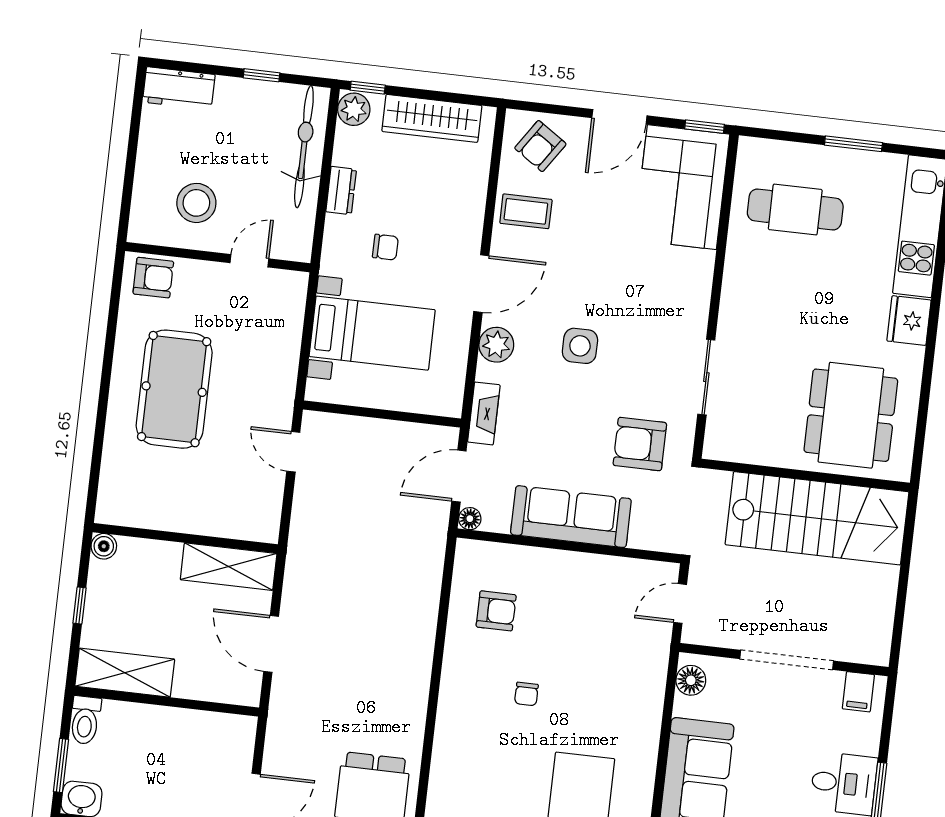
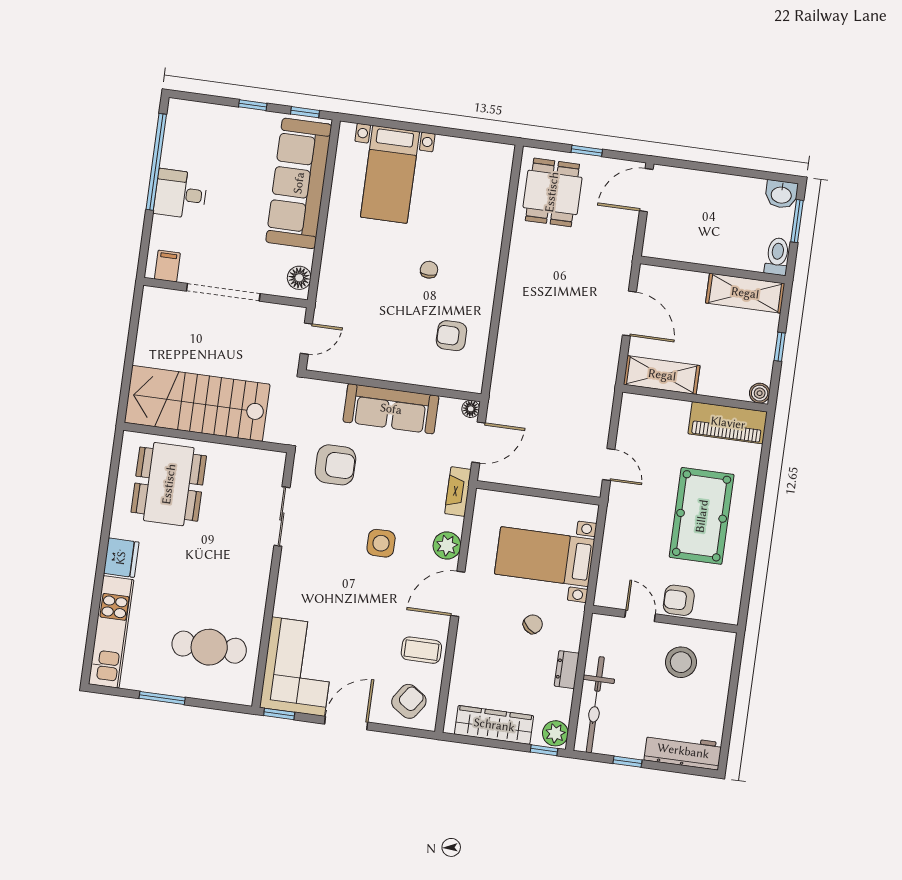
workbench: (179, 88) -> (683, 751), width x1.38
chair: (385, 247) -> (533, 624), turned 131
door: (249, 261) -> (640, 616), swing flipped
armchair: (153, 278) -> (679, 600), moved
piano: (144, 508) -> (728, 423), added

